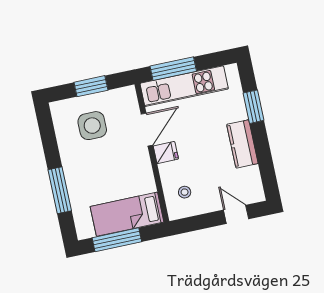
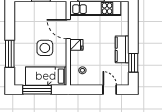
window: (253, 107) -> (133, 63), moved
side table: (92, 126) -> (45, 48), moved
door: (147, 130) -> (68, 29), swing flipped

